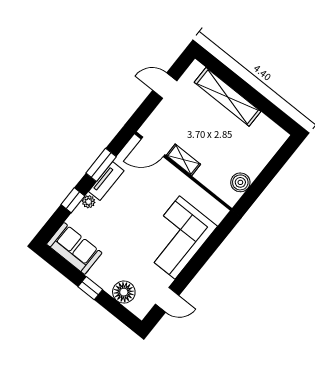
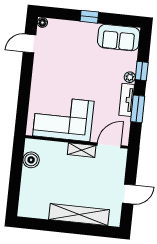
corner sofa: (177, 237) -> (63, 119), moved, turned -90
floor lamp: (124, 292) -> (42, 23), moved, width x0.53, depth x0.53

